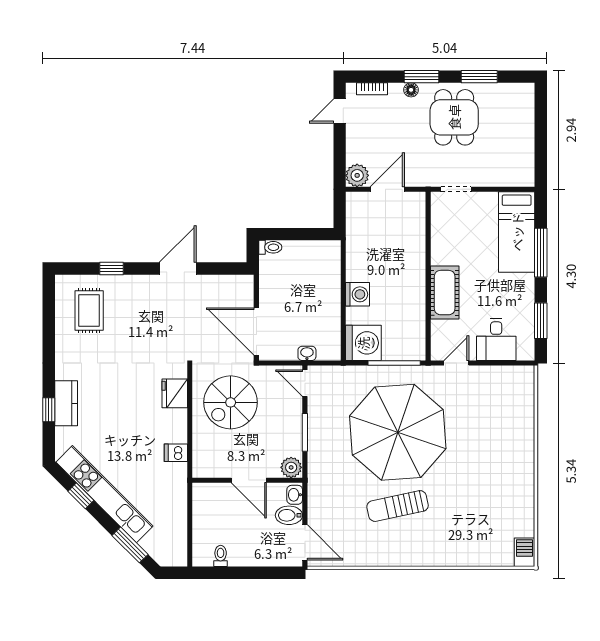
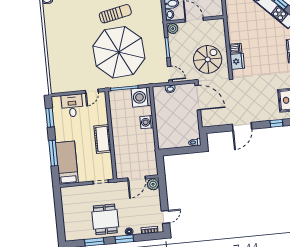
cot: (445, 293) -> (103, 139), moved
dishwasher: (176, 453) -> (235, 48), moved

